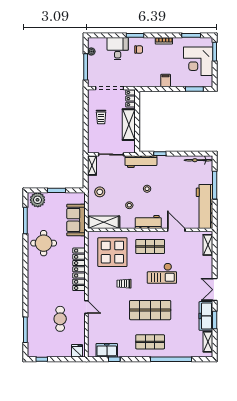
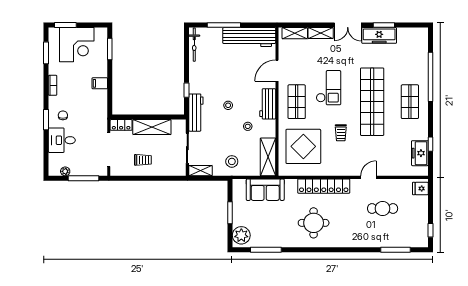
round table: (44, 243) -> (314, 223), moved
shop shelf: (150, 310) -> (372, 102), width x1.40
shelving: (208, 342) -> (321, 33), moved

